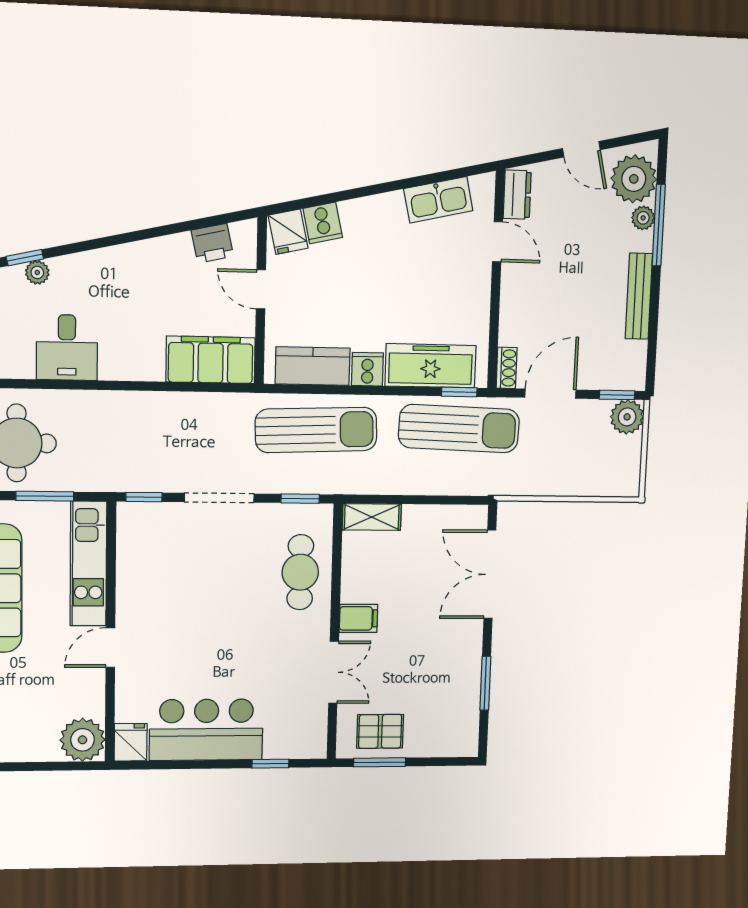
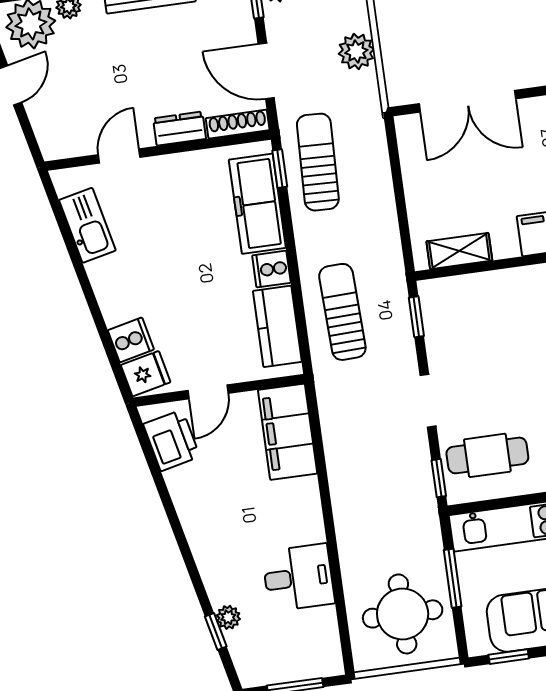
dresser: (517, 195) -> (180, 129), moved
printer: (212, 243) -> (172, 440), width x1.36, depth x1.24
shoe rack: (507, 368) -> (238, 124), width x1.43
sun lounger: (459, 429) -> (318, 162), width x0.73, depth x0.75
sun lounger: (316, 430) -> (342, 312), width x0.73, depth x0.75
plant: (553, 480) -> (356, 51), added
doorway: (219, 498) -> (428, 401), width x0.73
shelving: (372, 517) -> (459, 251), moved, turned 90
cafe table: (300, 572) -> (487, 455), moved

